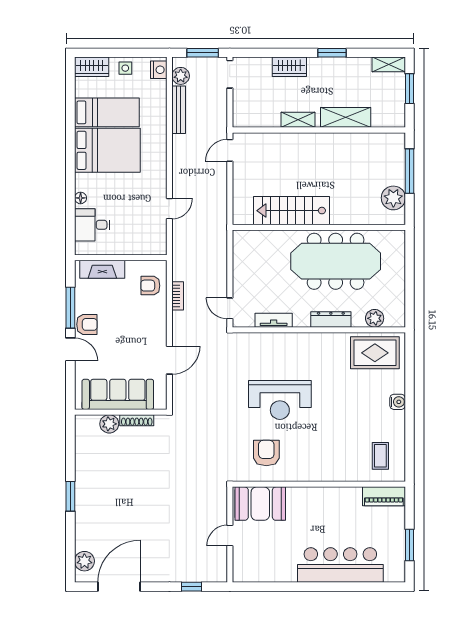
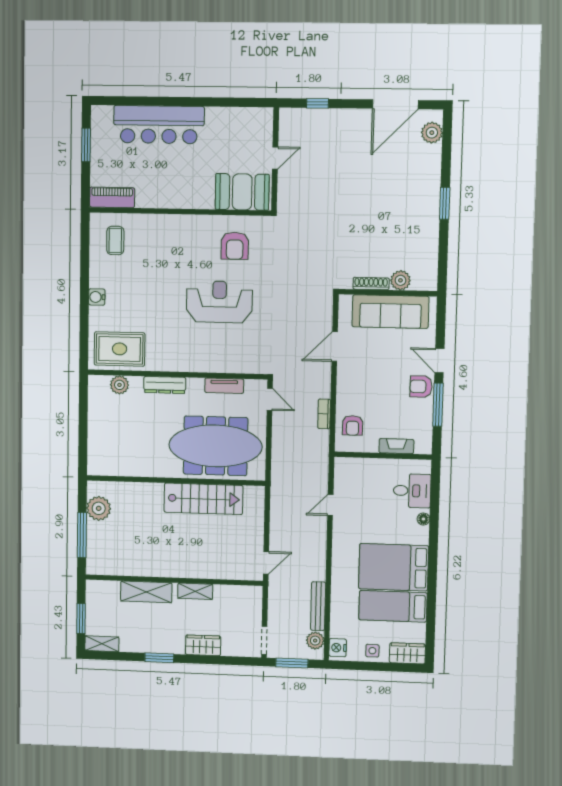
meeting table: (336, 261) -> (216, 446), moved
fireplace: (102, 269) -> (396, 446), width x0.73, depth x0.76
armchair: (150, 286) -> (353, 425), turned 90

